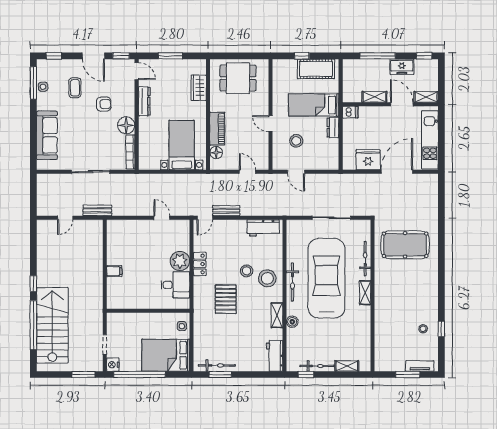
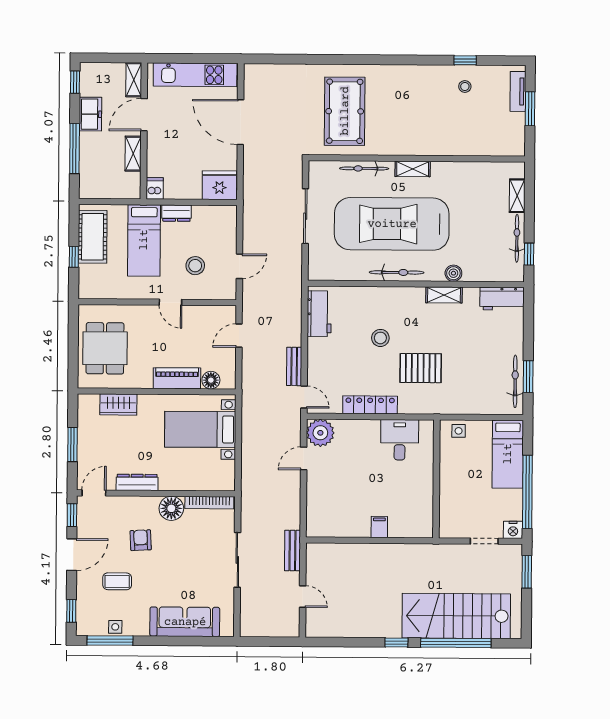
door: (270, 124) -> (170, 302), hinge flipped
fridge: (368, 160) -> (219, 185), moved, turned 90
plant: (180, 261) -> (320, 433), moved
locker: (200, 264) -> (370, 405), width x1.53
stool: (267, 278) -> (391, 308), removed
bed: (166, 355) -> (508, 454), width x0.67

